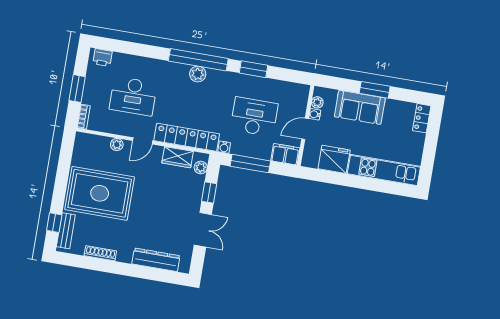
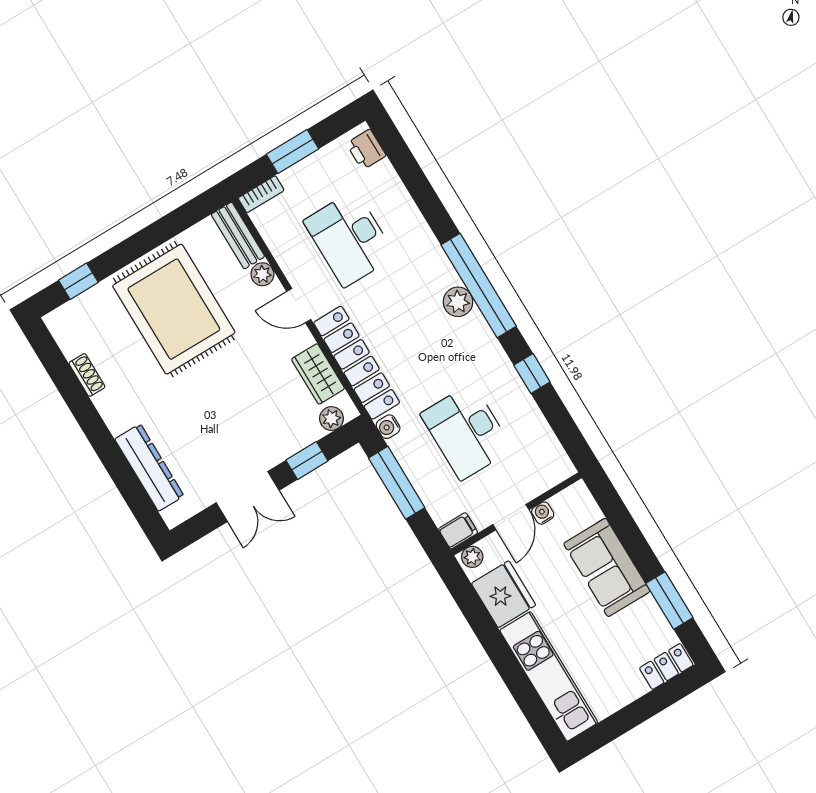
window: (253, 69) -> (532, 373), width x0.67
window: (375, 90) -> (669, 600), moved
plant: (317, 102) -> (472, 557), moved
desk: (254, 117) -> (466, 432), turned 180
door: (305, 129) -> (511, 517), swing flipped
filing cabinet: (285, 154) -> (458, 531), width x0.50
bench: (66, 231) -> (238, 235), moved, turned 90
shoe rack: (100, 253) -> (87, 375), width x0.70

